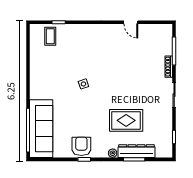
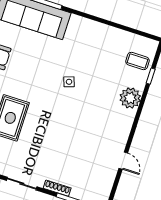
door: (131, 22) -> (123, 161), swing flipped
plant: (81, 33) -> (130, 98), added

